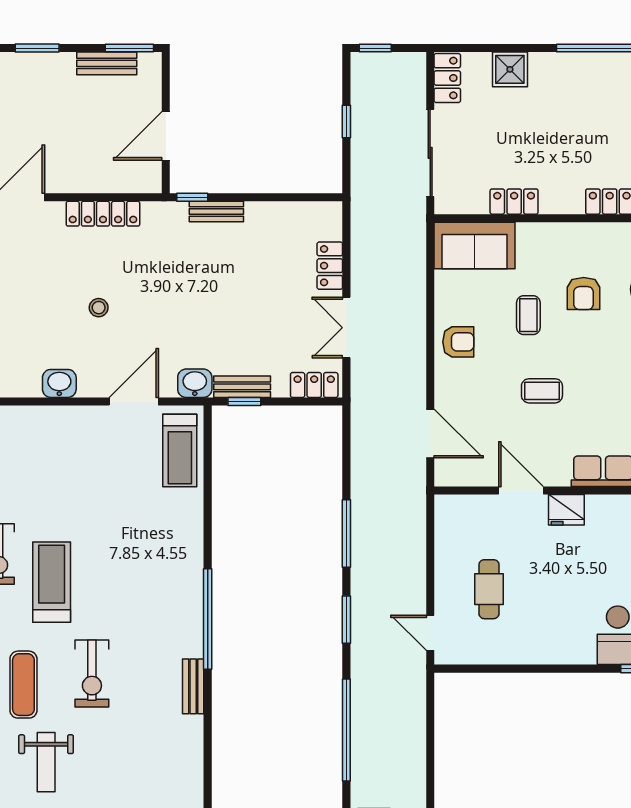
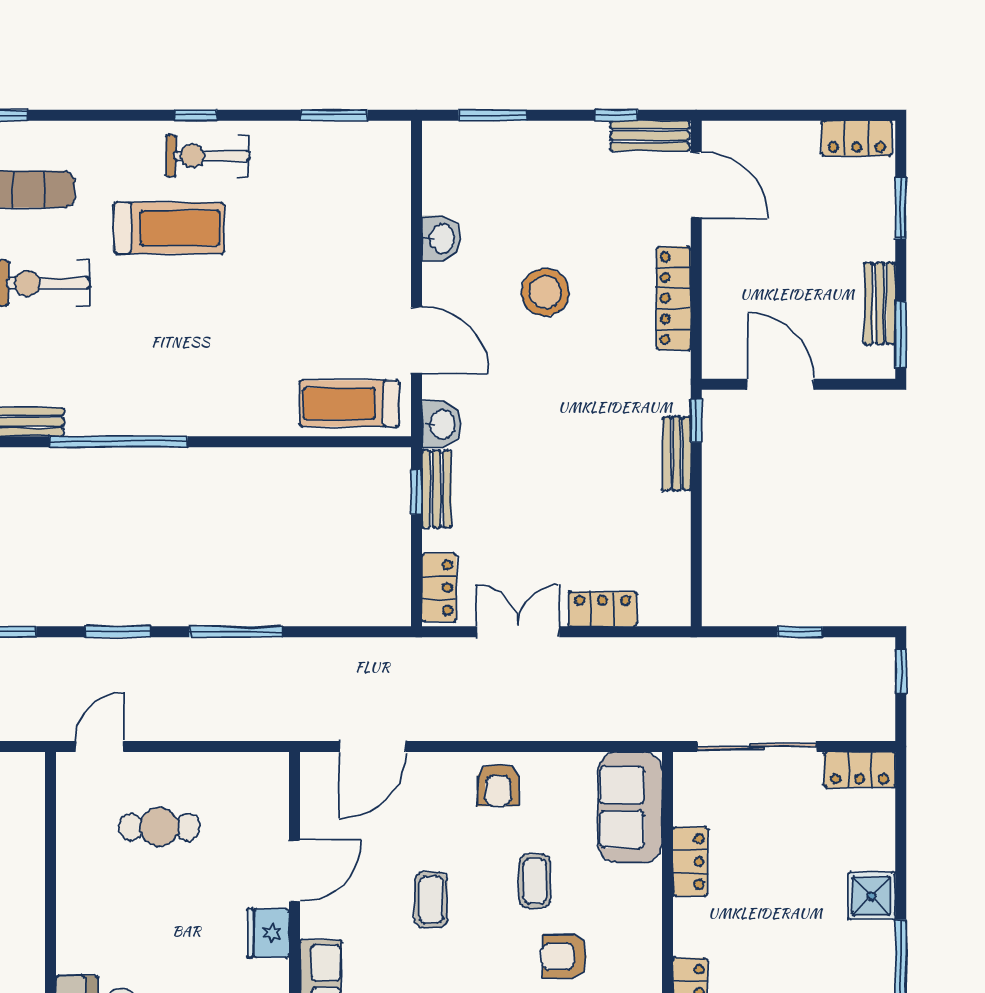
shower: (510, 69) -> (871, 896), moved
stool: (99, 308) -> (545, 292), width x1.89, depth x1.89
coffee table: (528, 315) -> (535, 881), turned 90

